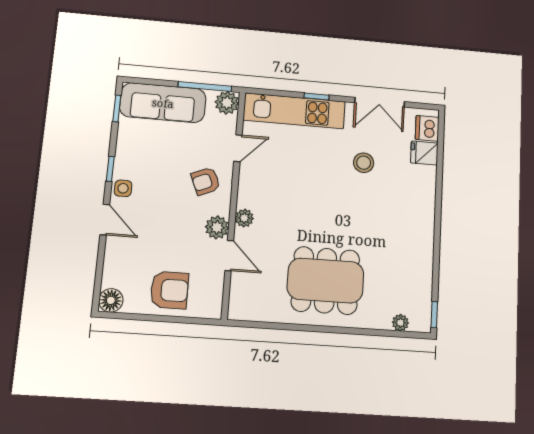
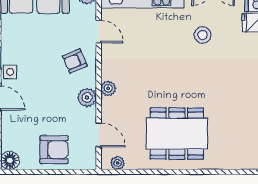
door: (238, 148) -> (99, 32), hinge flipped
door: (229, 256) -> (99, 135), moved
plant: (400, 323) -> (118, 163), moved

